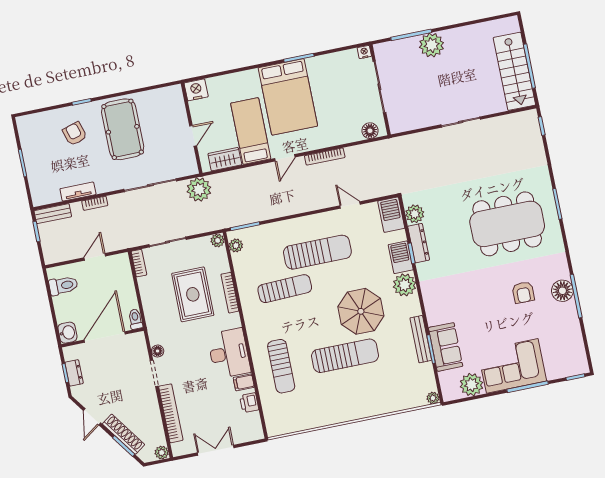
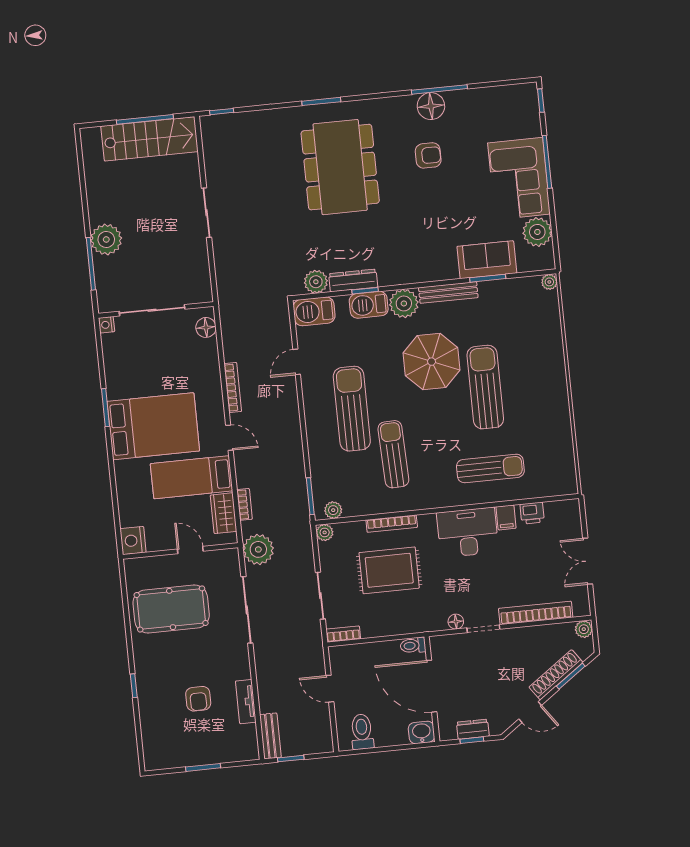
pool table: (123, 129) -> (171, 609), moved
armchair: (75, 134) -> (198, 699), moved, turned -73
bookcase: (95, 203) -> (245, 504), moved
bench: (421, 339) -> (448, 293), moved

